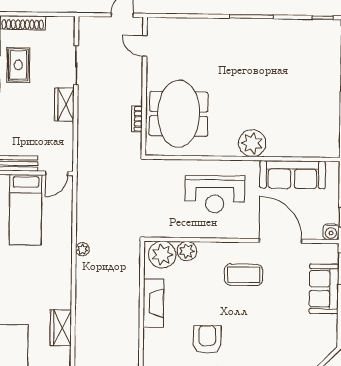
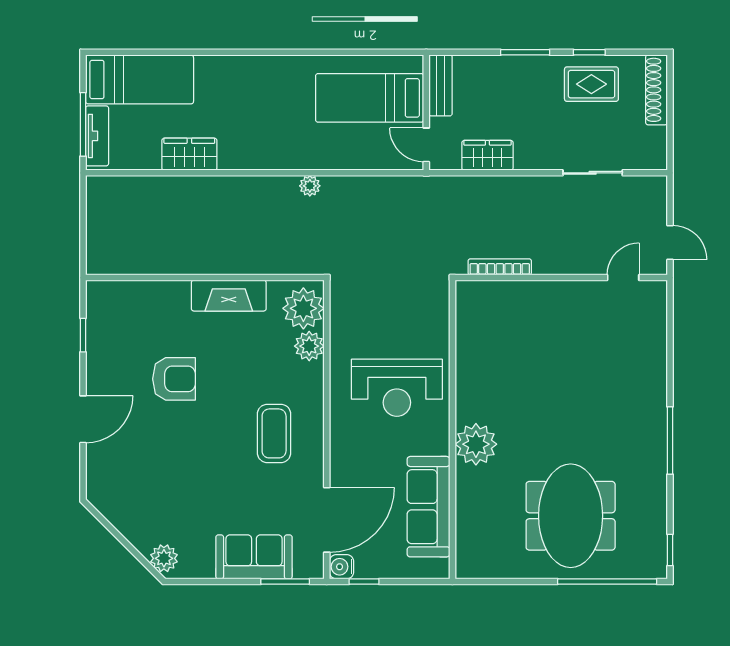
wardrobe: (64, 104) -> (487, 155), moved
meeting table: (179, 114) -> (571, 516), moved, turned 90
bookcase: (137, 119) -> (500, 267), width x1.56
reception desk: (215, 194) -> (397, 388), turned -90
door: (281, 241) -> (327, 520), moved
plant: (324, 347) -> (164, 558), added

